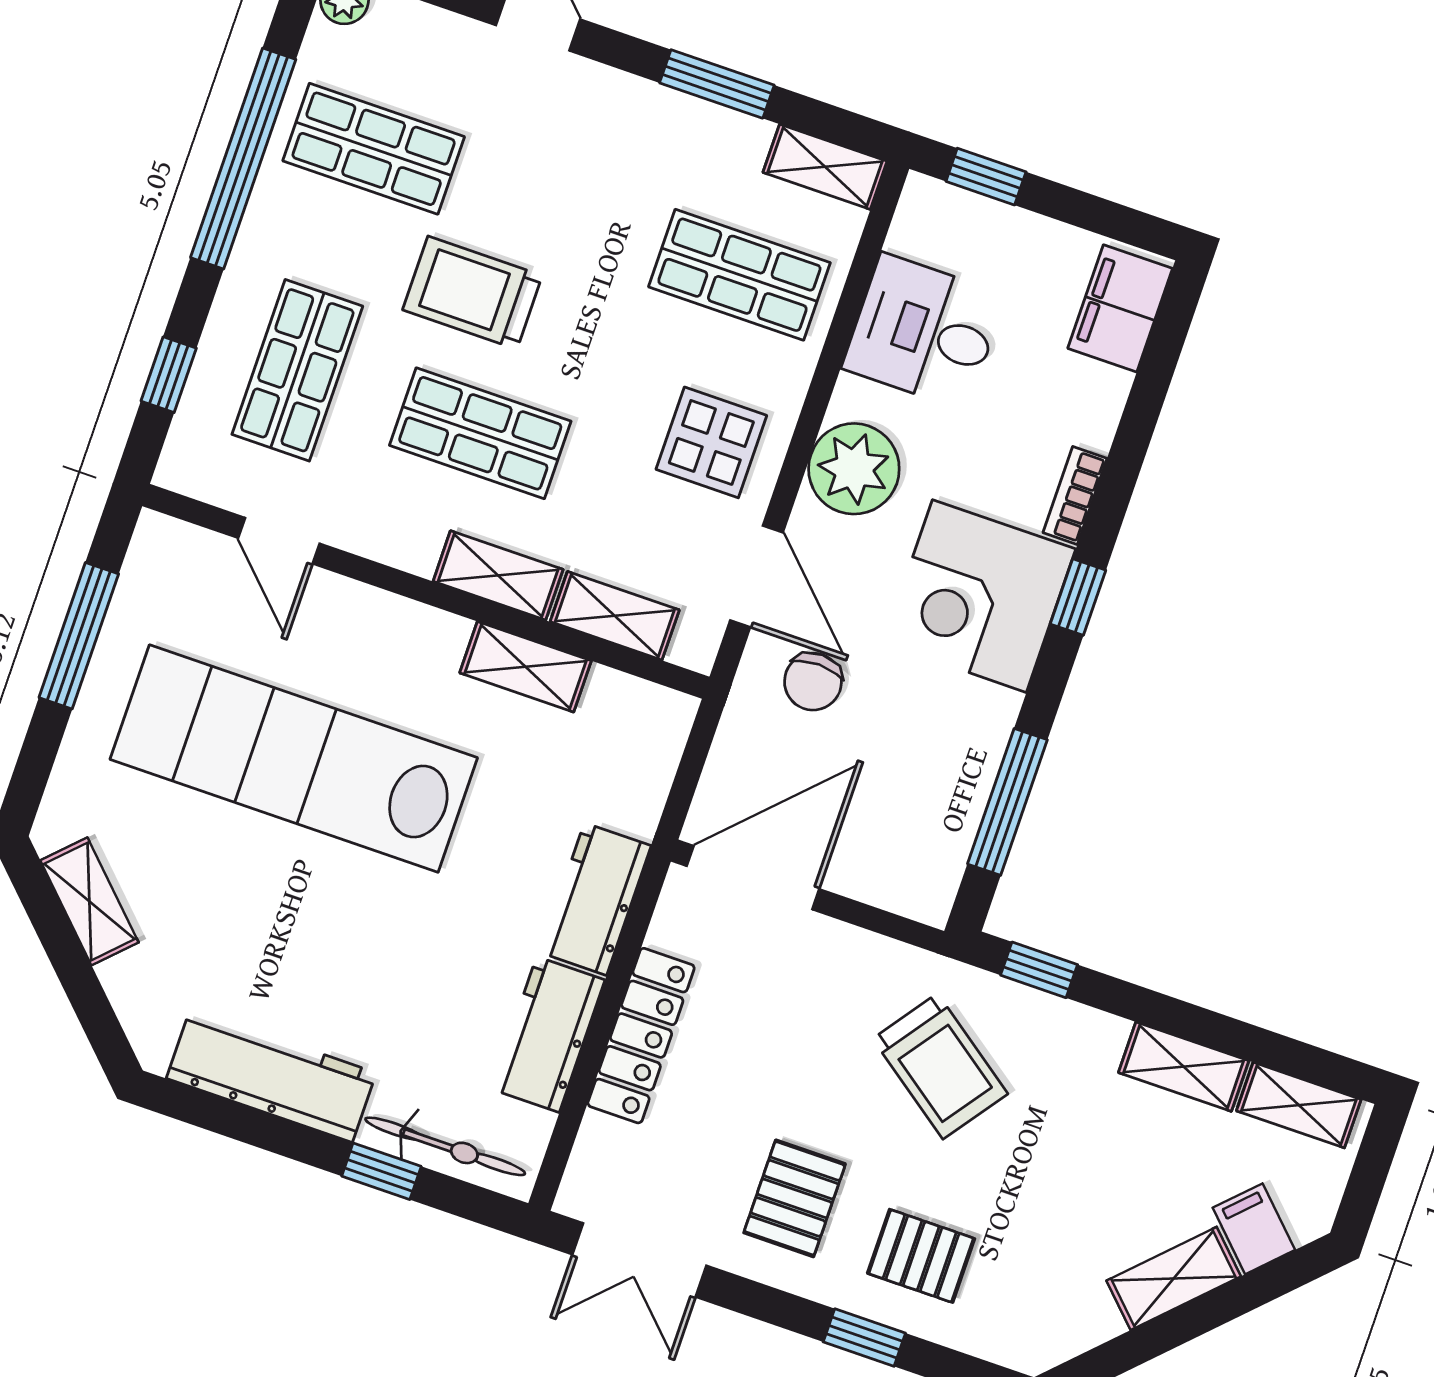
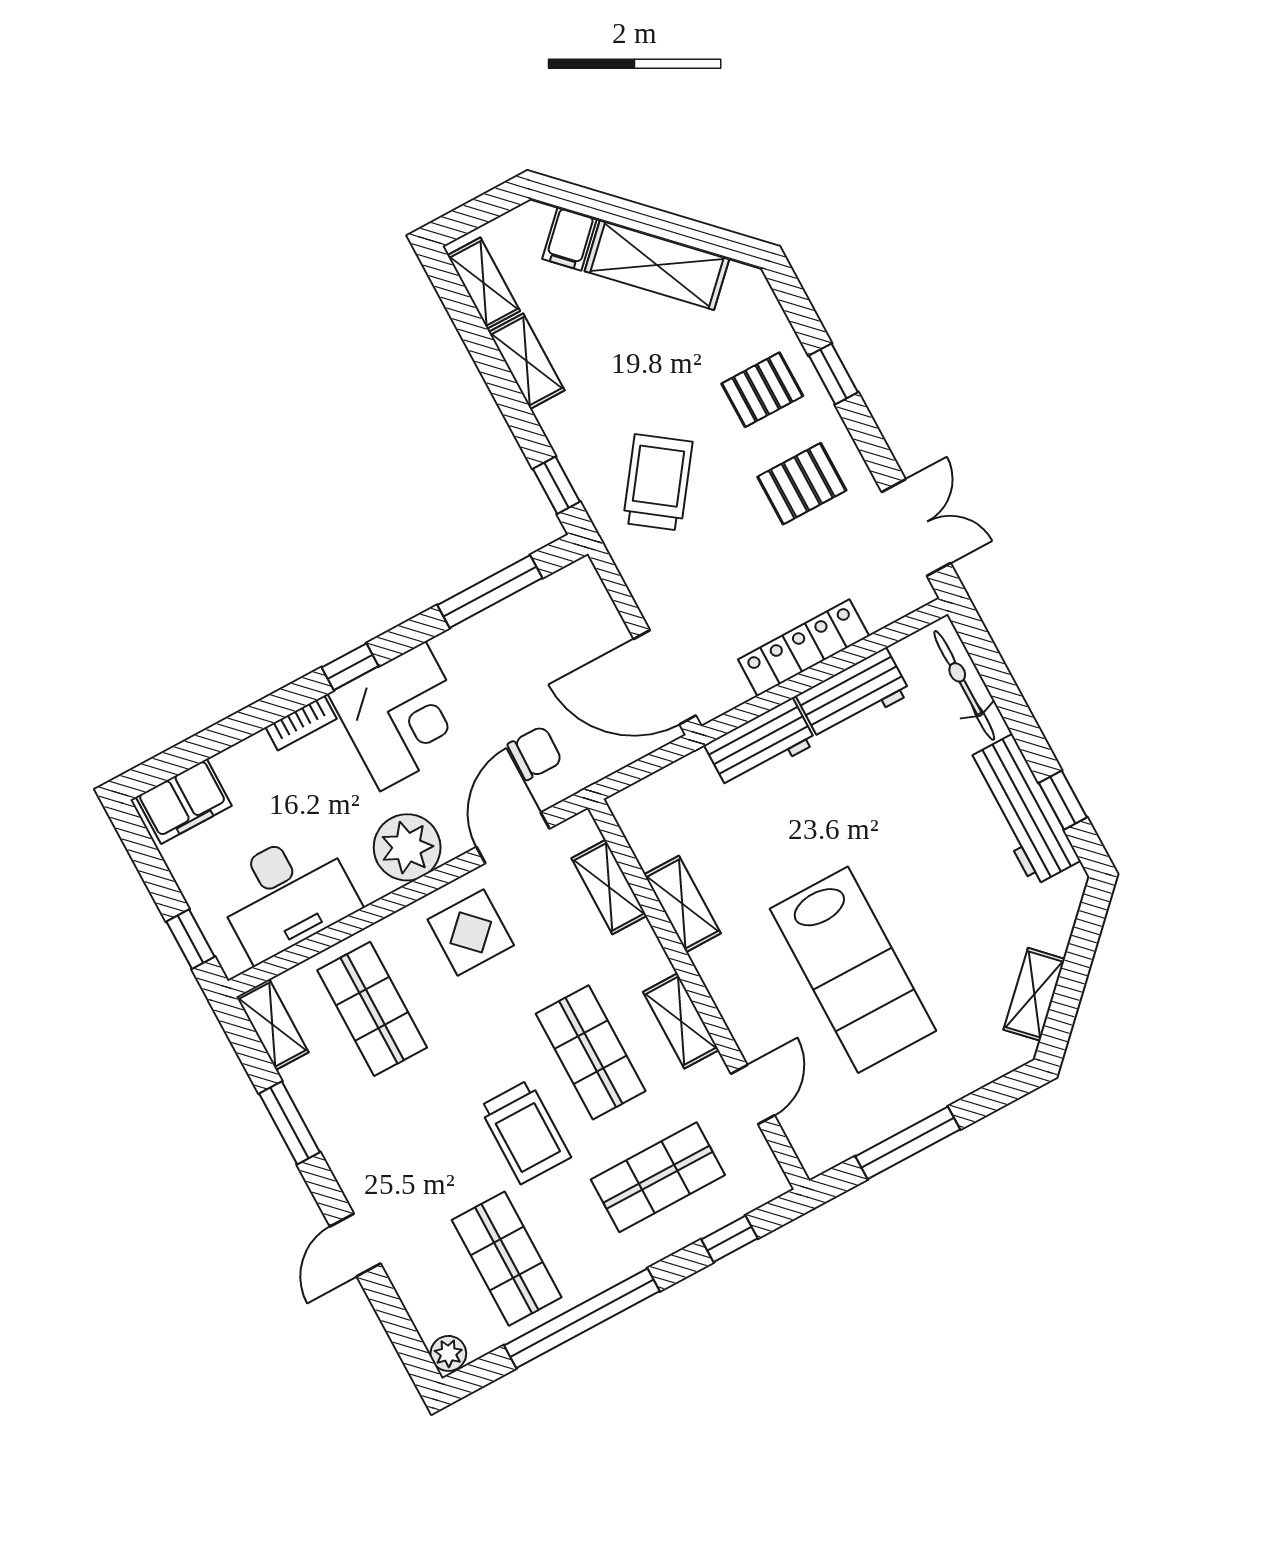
desk: (924, 331) -> (286, 895), width x1.37
shelving: (498, 575) -> (681, 1021), moved
lab bench: (294, 759) -> (853, 970), width x0.73
window: (381, 1171) -> (1063, 800), moved
pallet: (921, 1256) -> (762, 390), turned 90
shelving: (1174, 1278) -> (657, 265), width x1.50, depth x1.33

